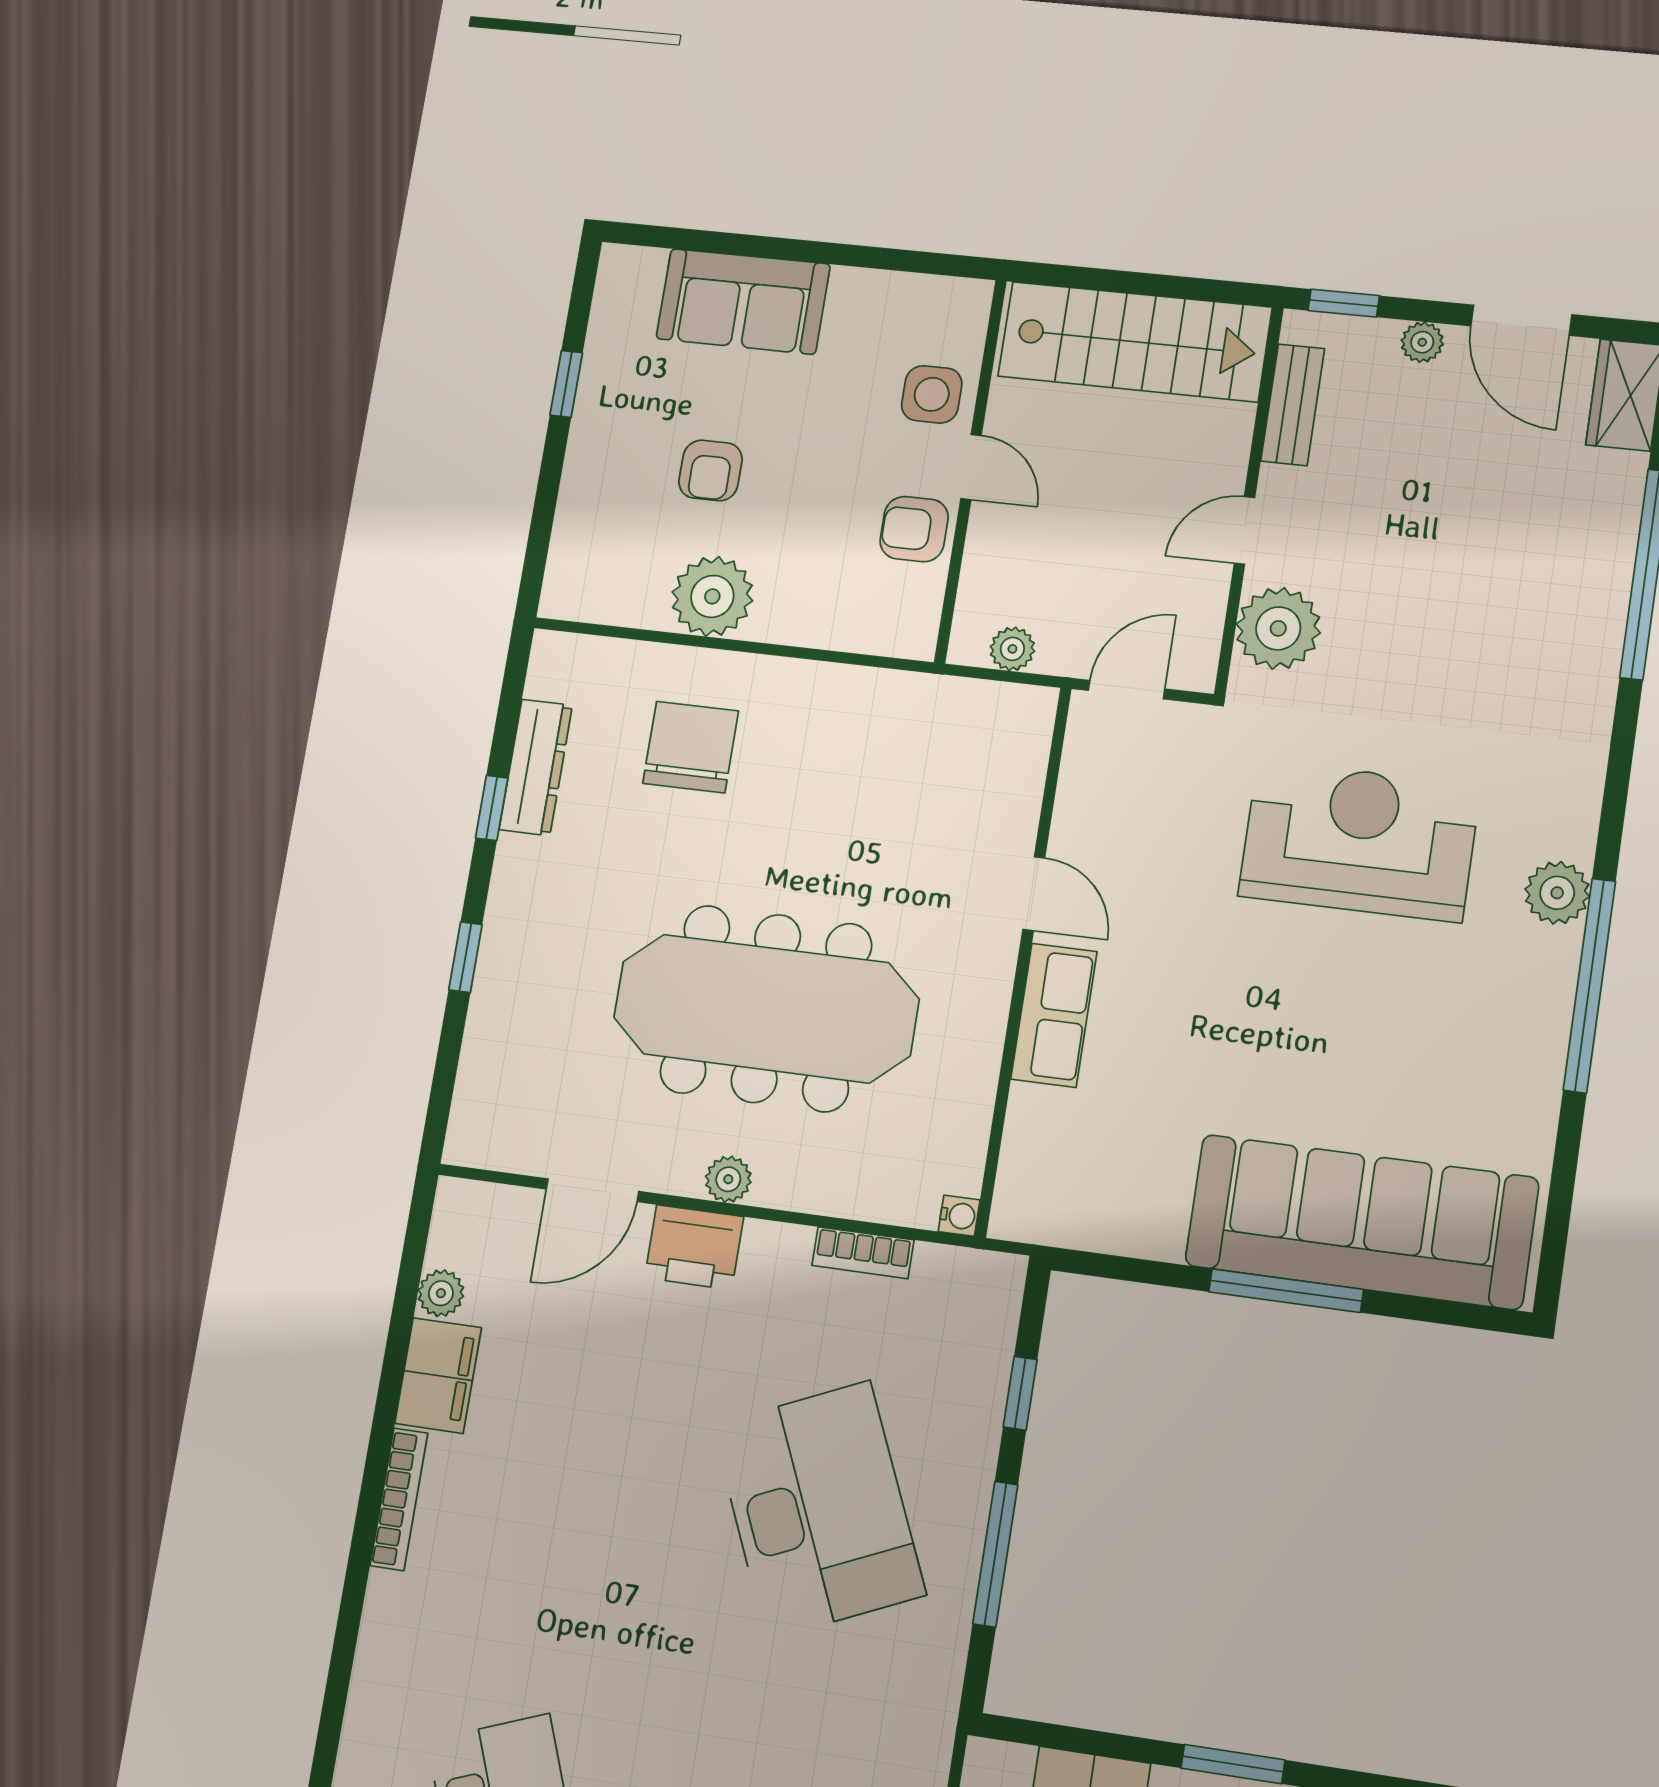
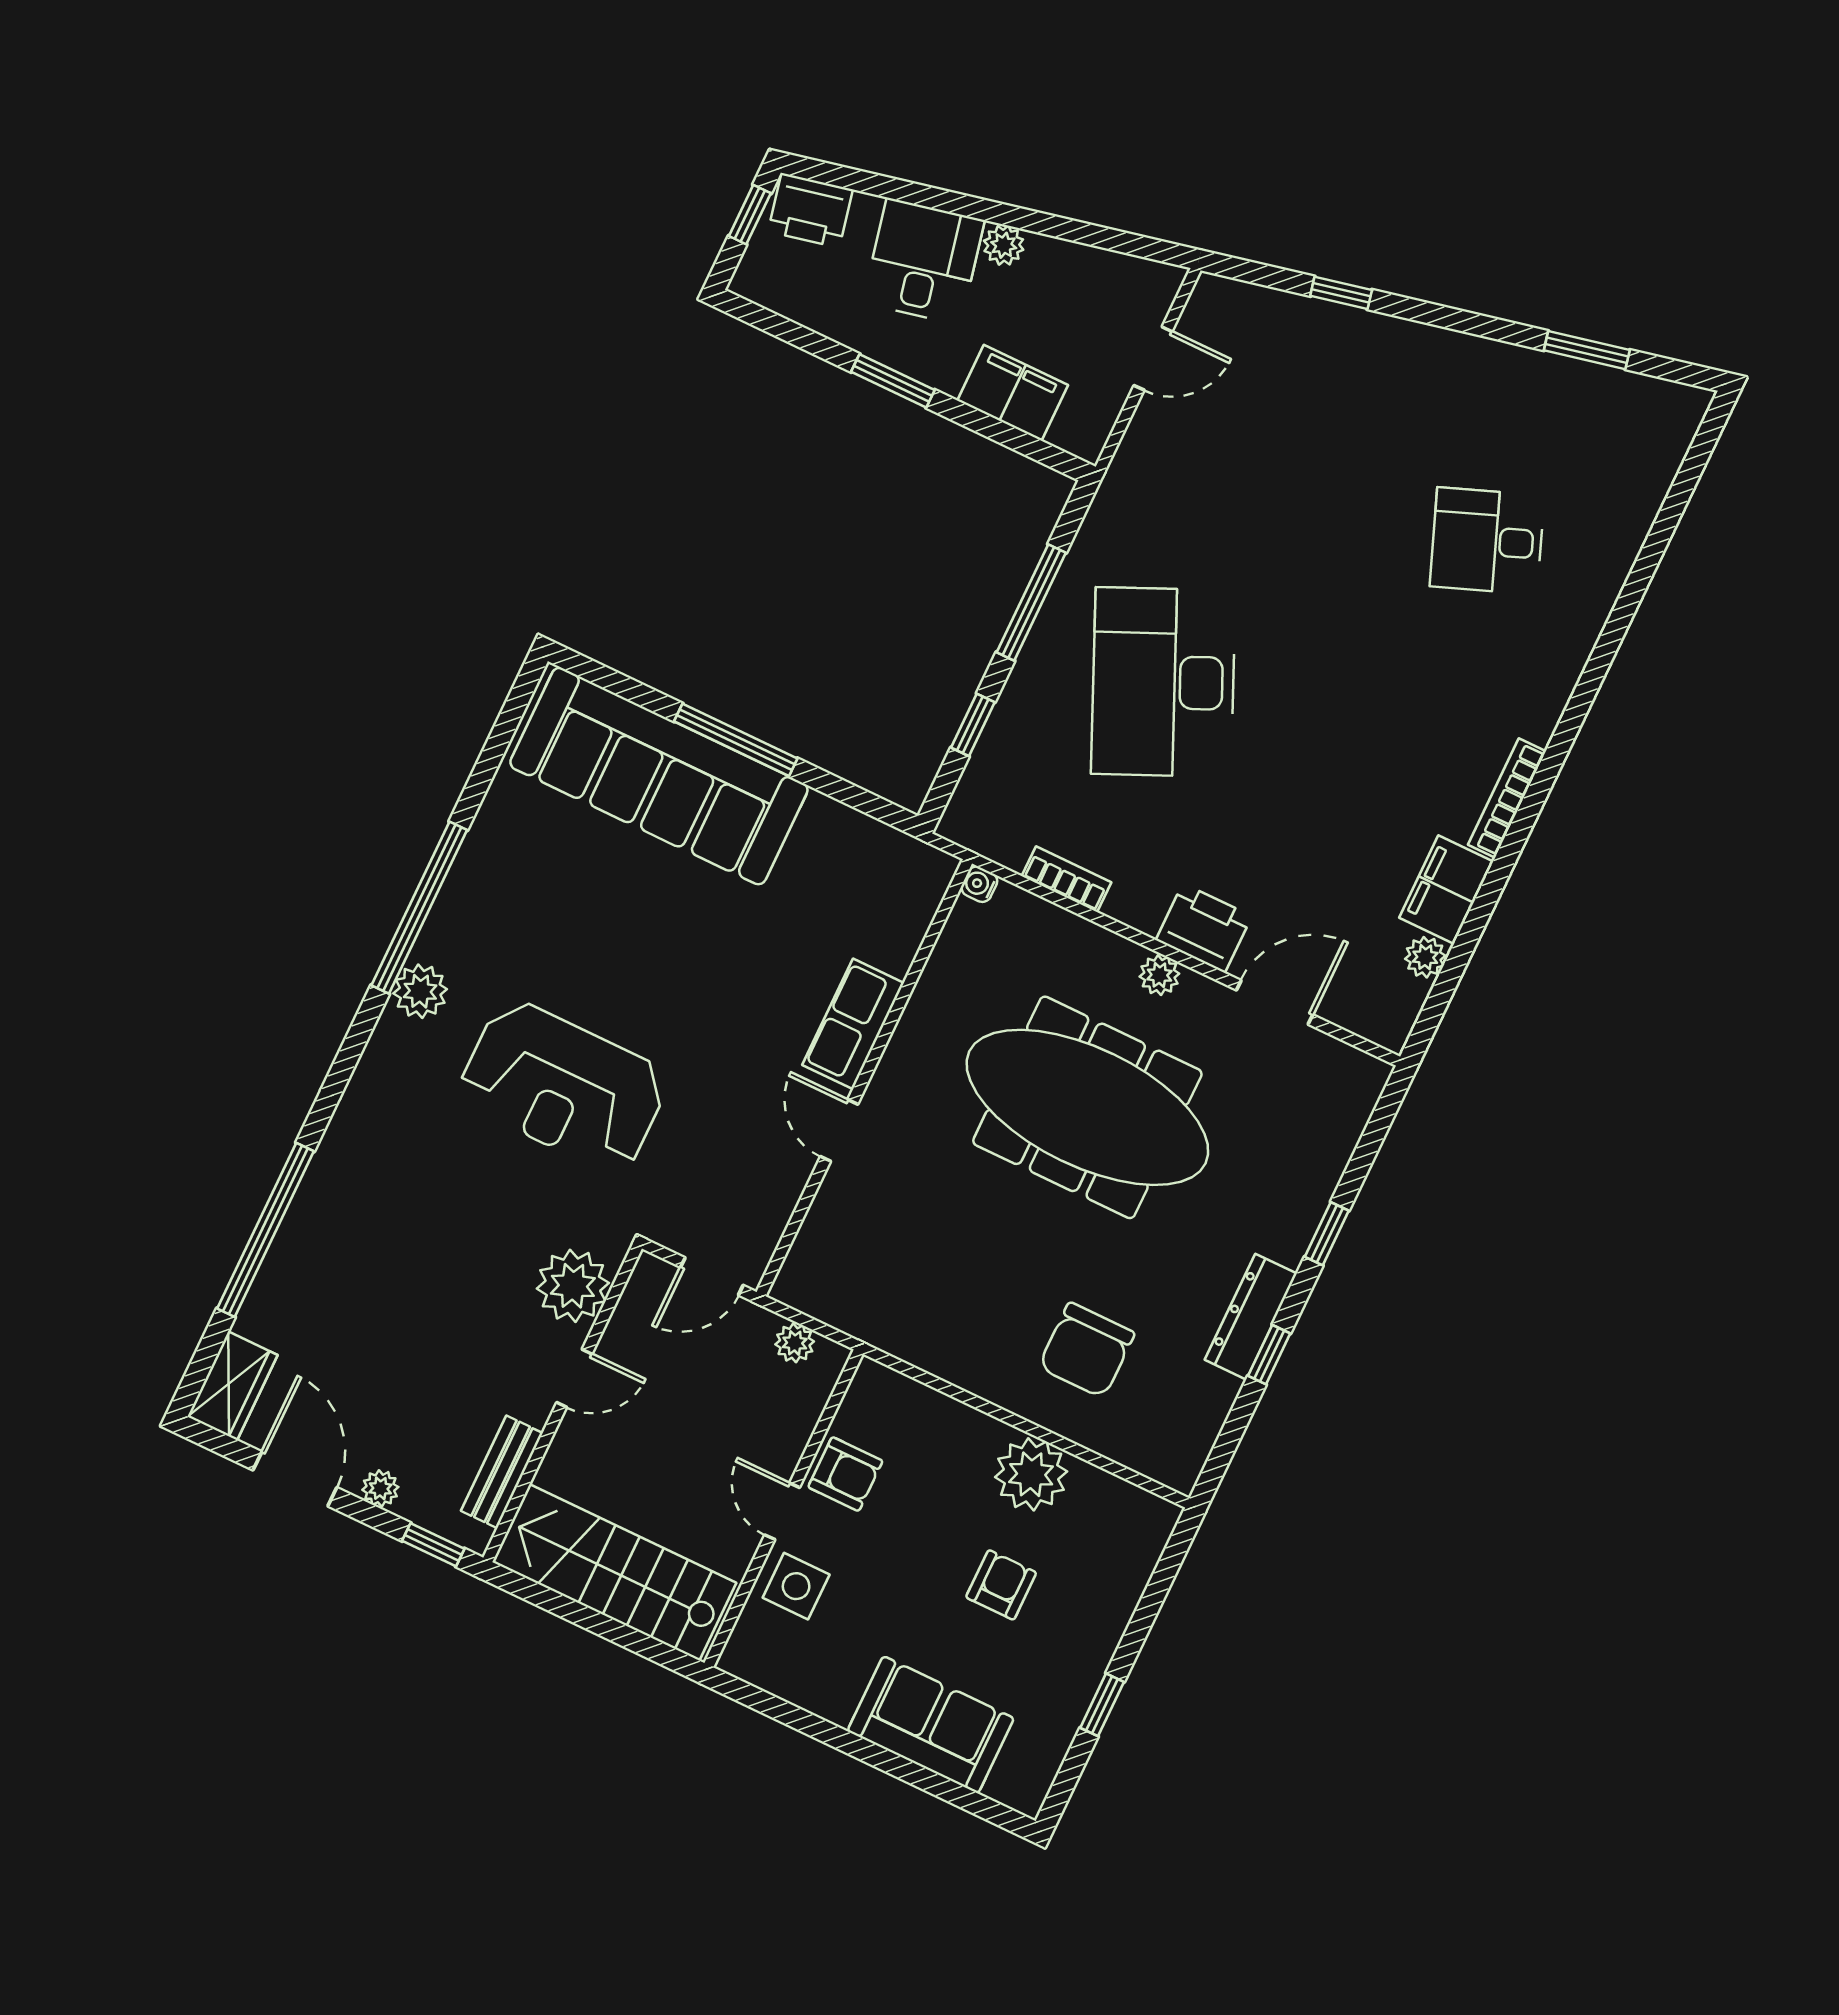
dresser: (536, 767) -> (1251, 1317), moved

